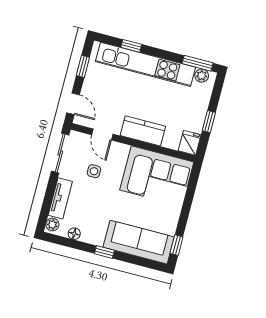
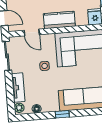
side table: (94, 171) -> (45, 66), moved

